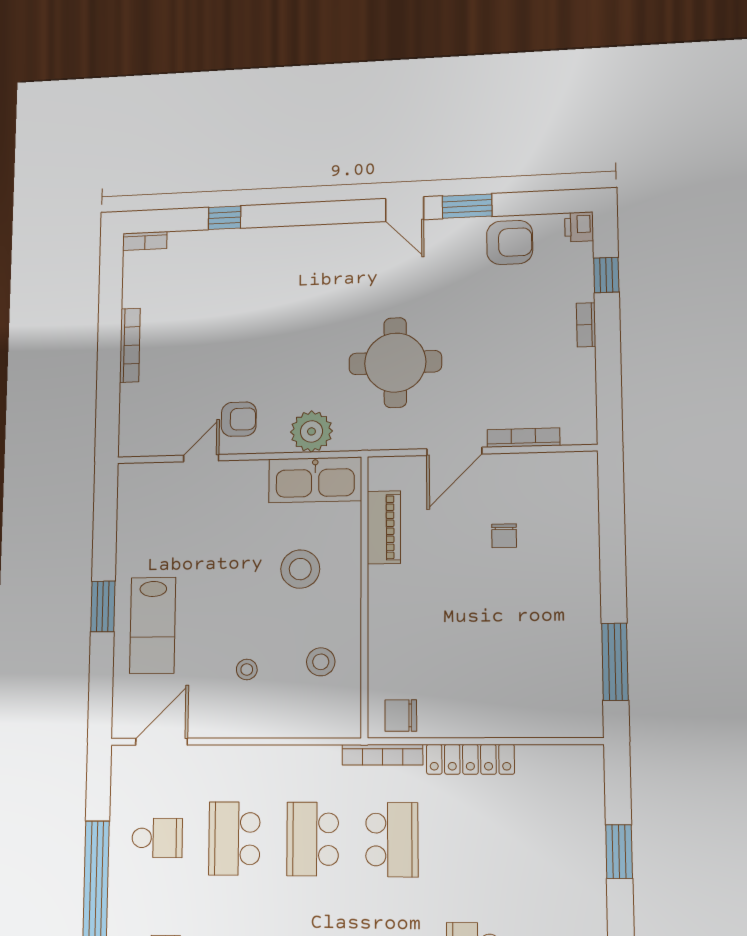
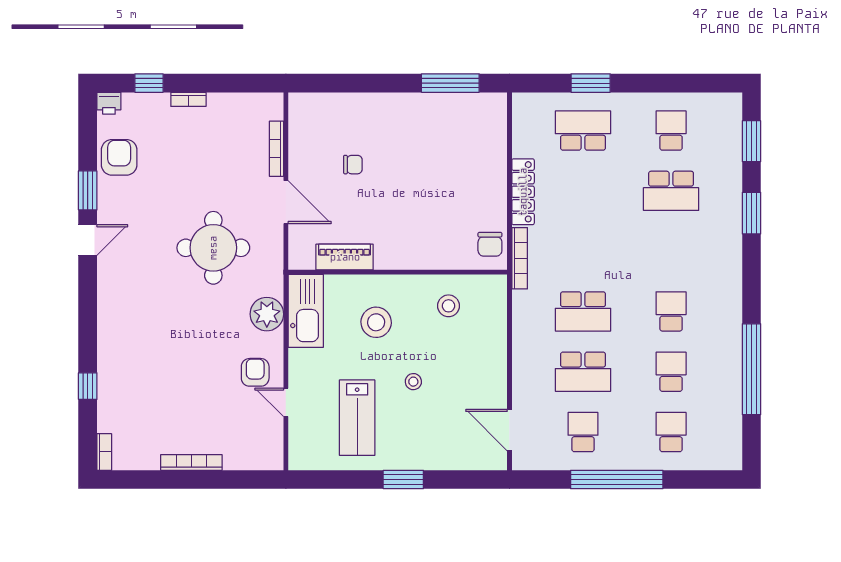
lab bench: (153, 625) -> (357, 418), moved, turned 90
stool: (247, 669) -> (413, 382), moved
school desk: (392, 840) -> (583, 131), moved

